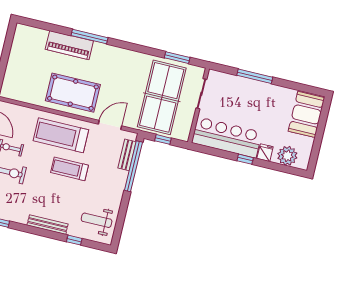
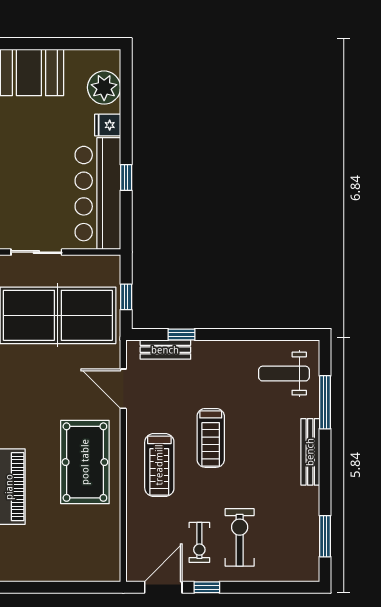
treadmill: (61, 135) -> (159, 465), width x0.73, depth x0.73
window: (245, 159) -> (126, 177), moved
window: (133, 166) -> (181, 334), width x0.32
weight bench: (97, 220) -> (284, 374), turned 90
window: (74, 240) -> (325, 402), width x2.17

